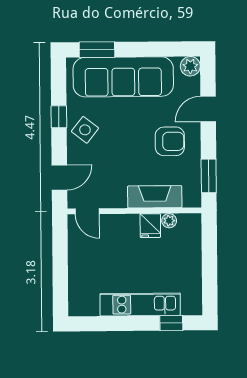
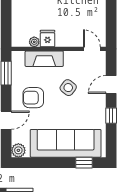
window: (97, 50) -> (84, 163), width x0.67
side table: (85, 130) -> (68, 88), moved
door: (59, 177) -> (111, 84), moved

